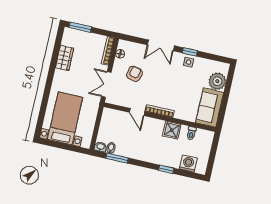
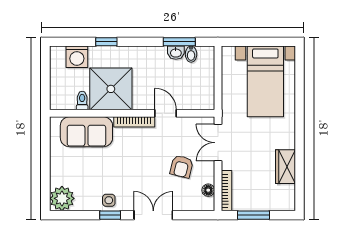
window: (80, 27) -> (254, 215), moved
plant: (217, 81) -> (62, 198), moved
double door: (106, 84) -> (218, 143), swing flipped
sofa: (210, 108) -> (86, 132), moved, turned 90
shower: (172, 130) -> (111, 89), width x1.86, depth x1.86
washbasin: (101, 147) -> (176, 53), moved

